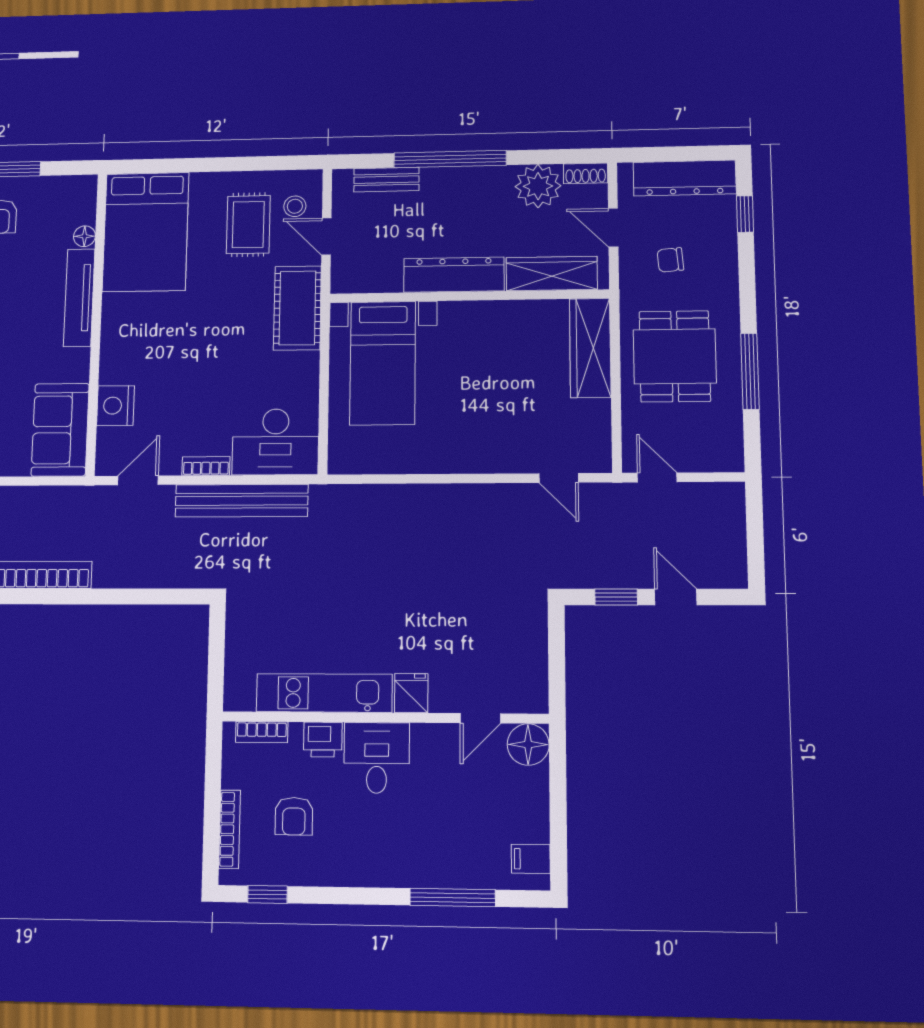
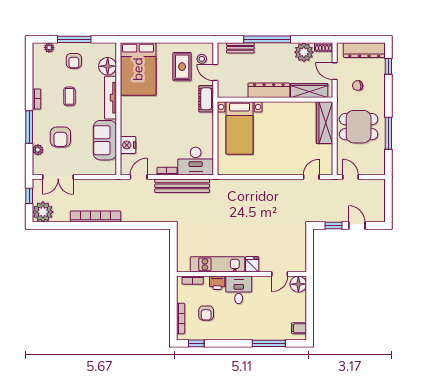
floor lamp: (84, 236) -> (108, 66), width x1.89, depth x1.89
cot: (297, 308) -> (206, 99), width x0.73, depth x0.75
dining table: (675, 356) -> (359, 127), turned 90
sofa: (60, 430) -> (105, 140), moved
door: (559, 478) -> (311, 177), swing flipped

